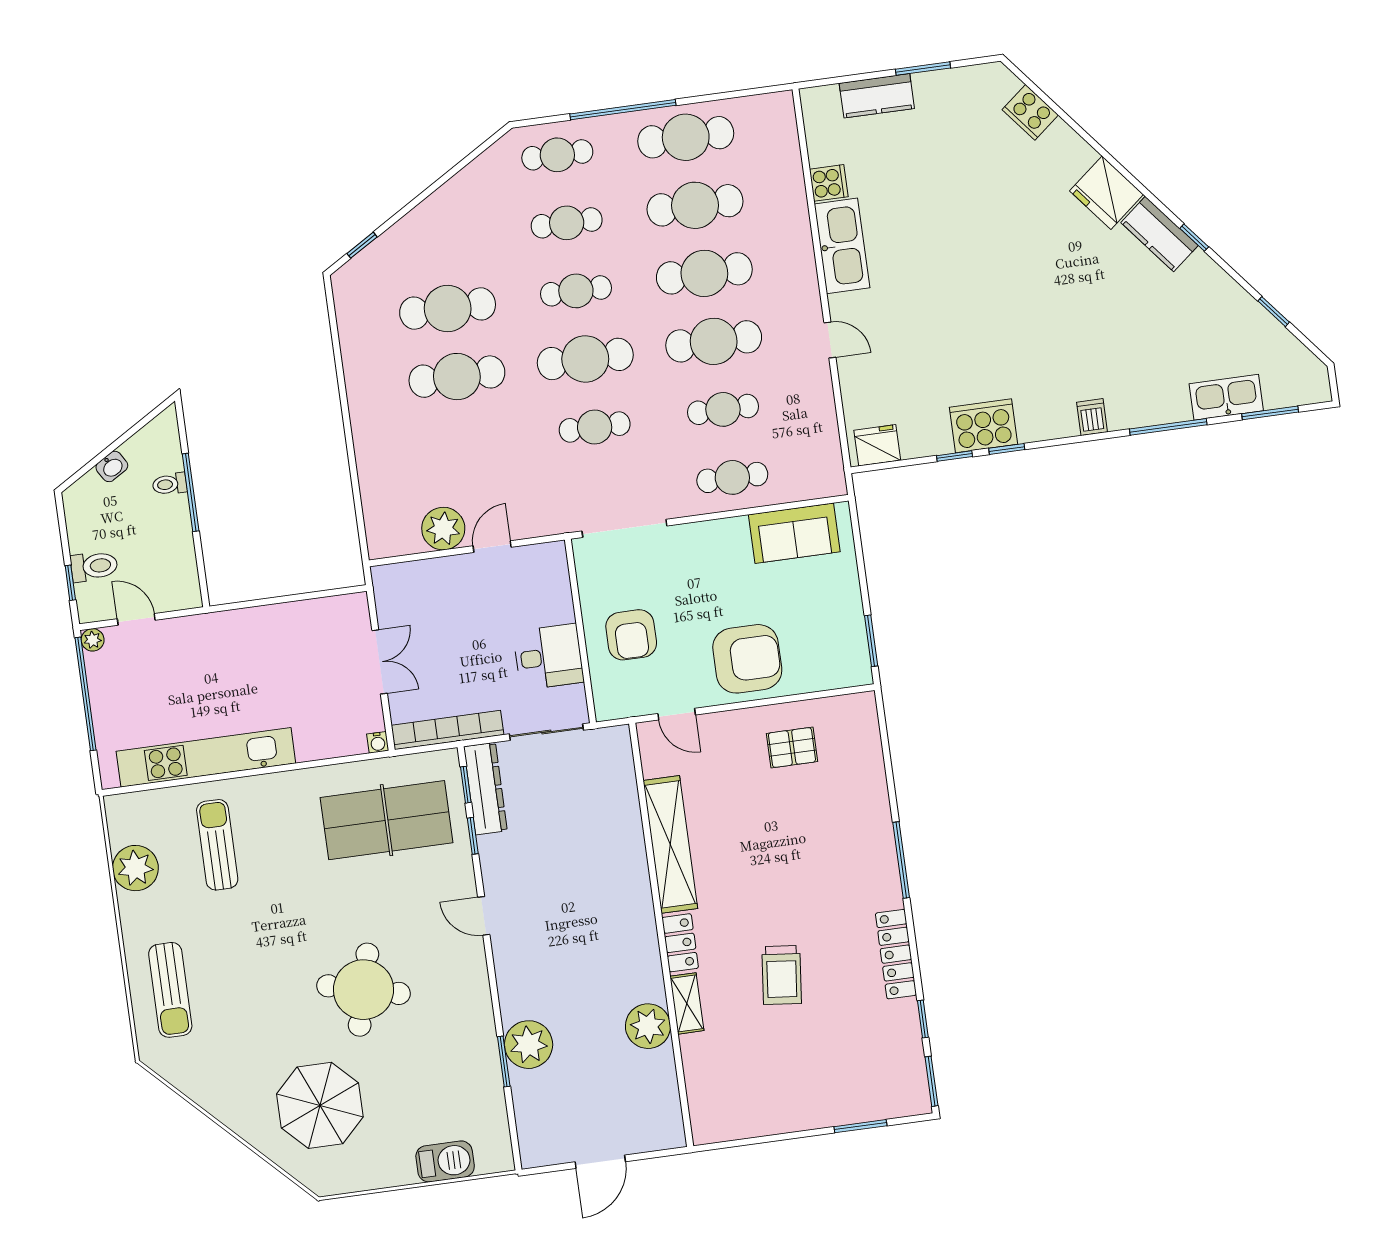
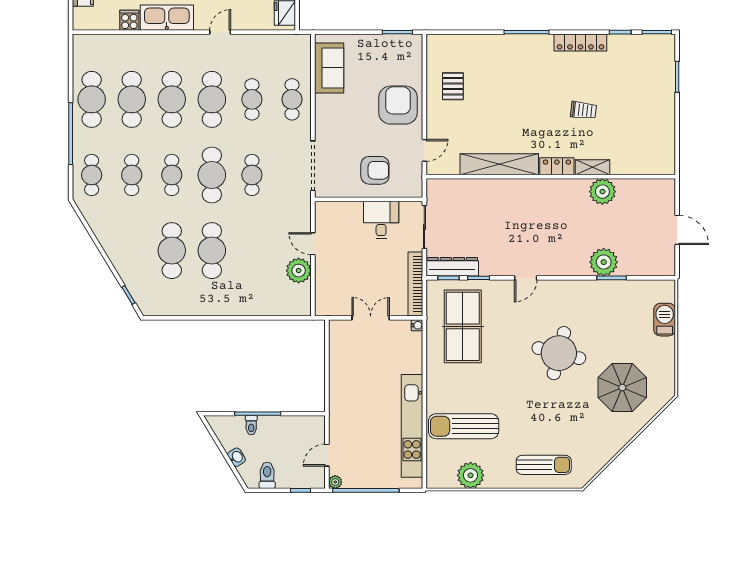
toilet: (94, 566) -> (267, 475), moved
sun lounger: (217, 845) -> (464, 426), width x1.36, depth x1.34
trolley: (782, 975) -> (583, 110), width x0.73, depth x0.72

